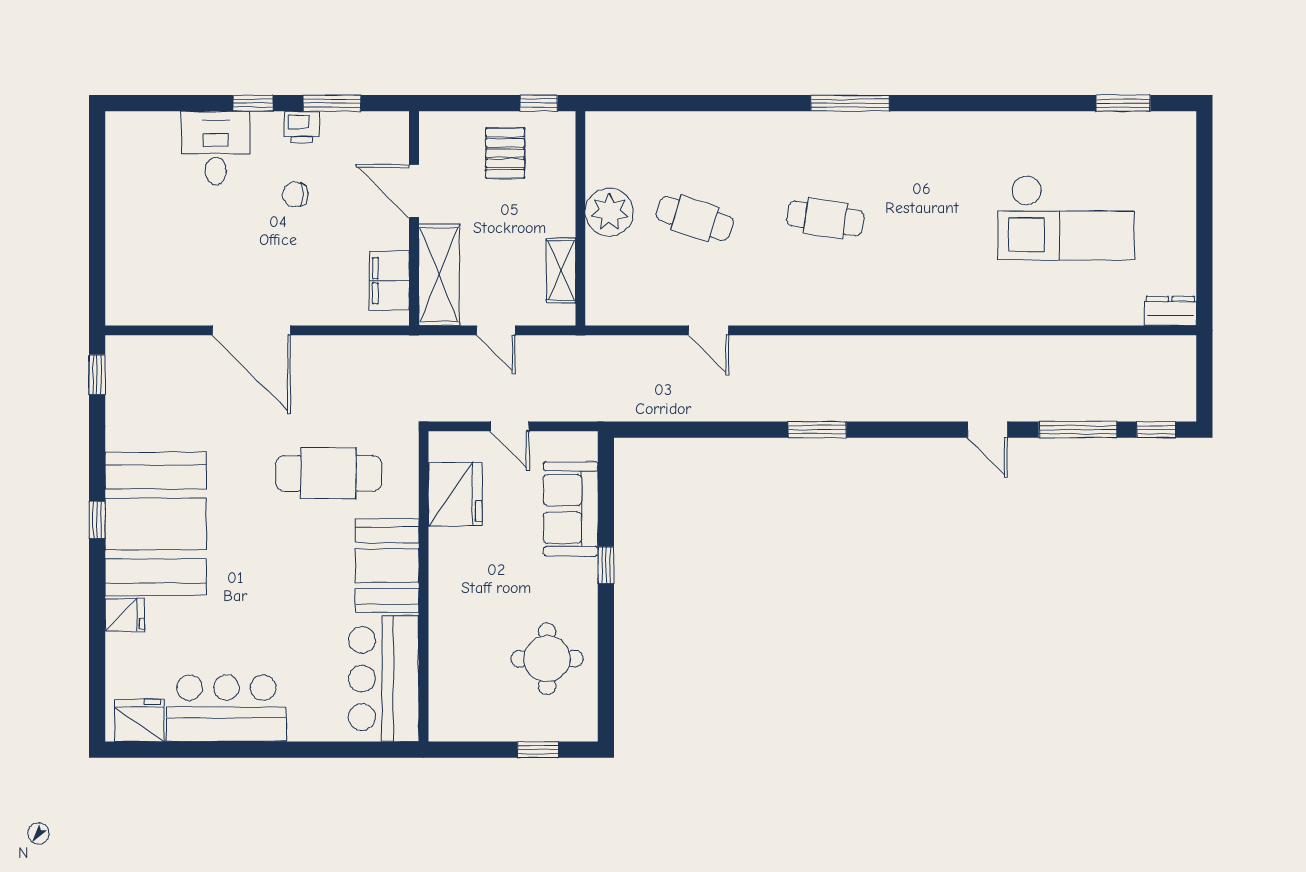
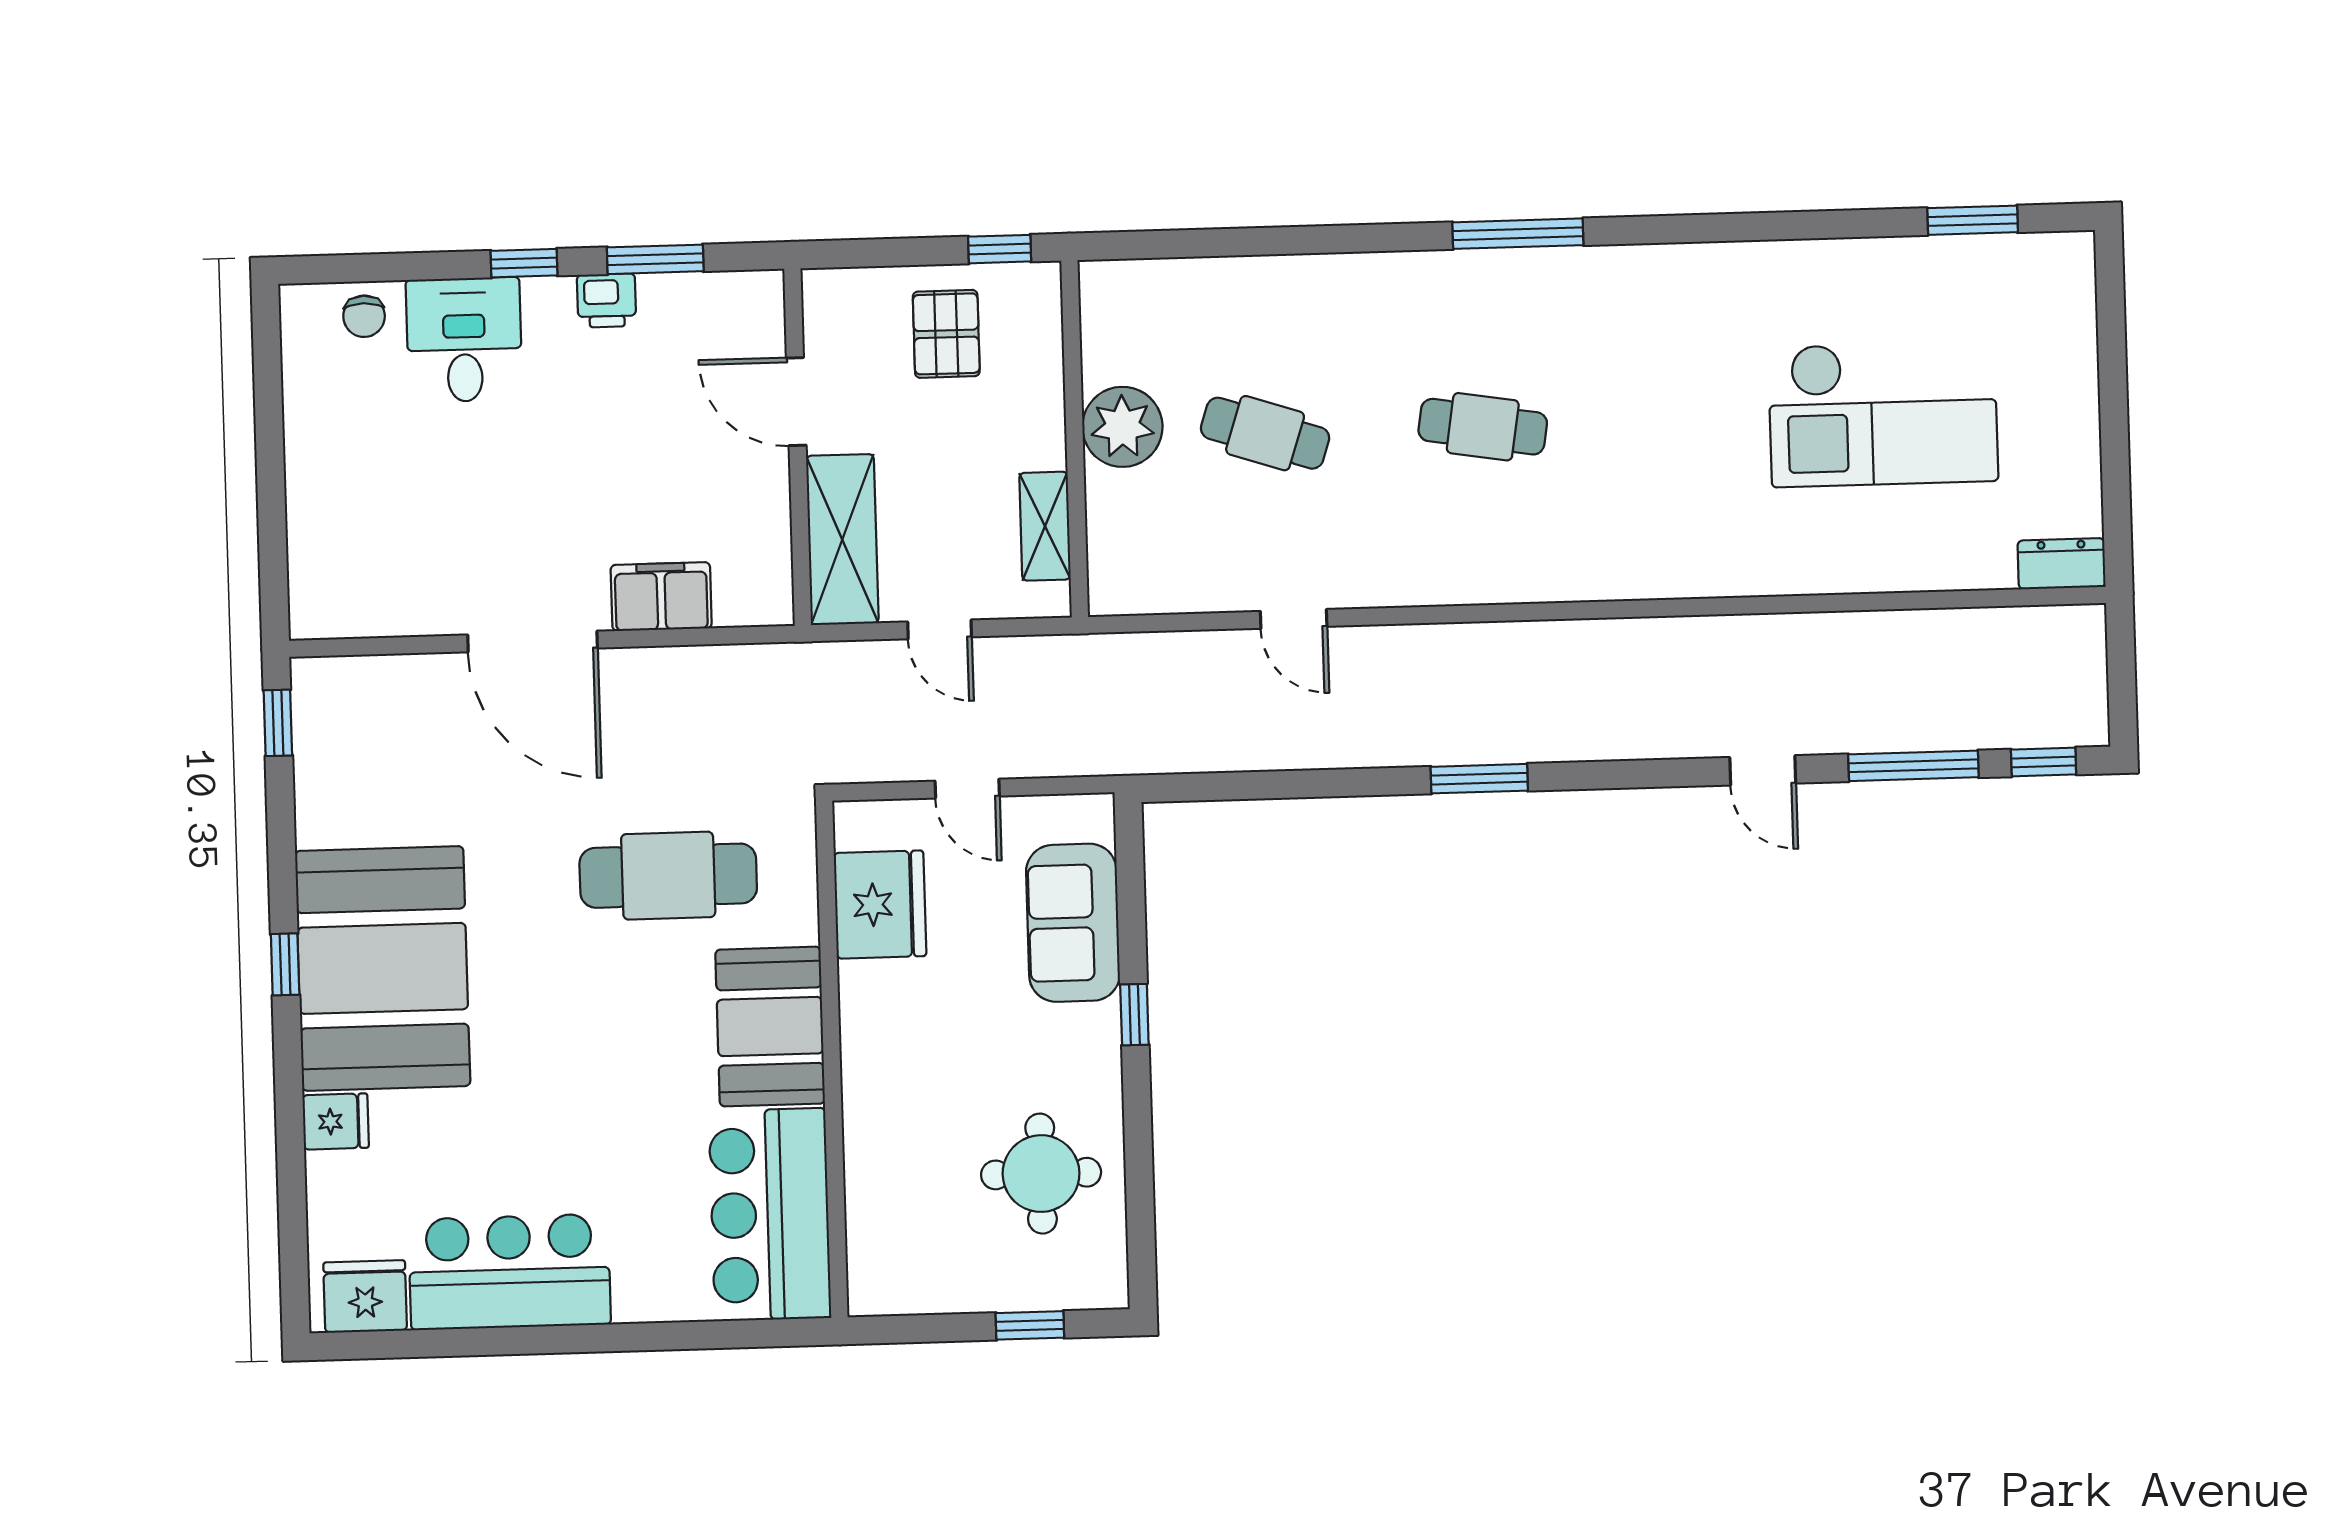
chair: (295, 194) -> (364, 316), moved, turned -90
filing cabinet: (389, 281) -> (661, 597), moved, turned 90

